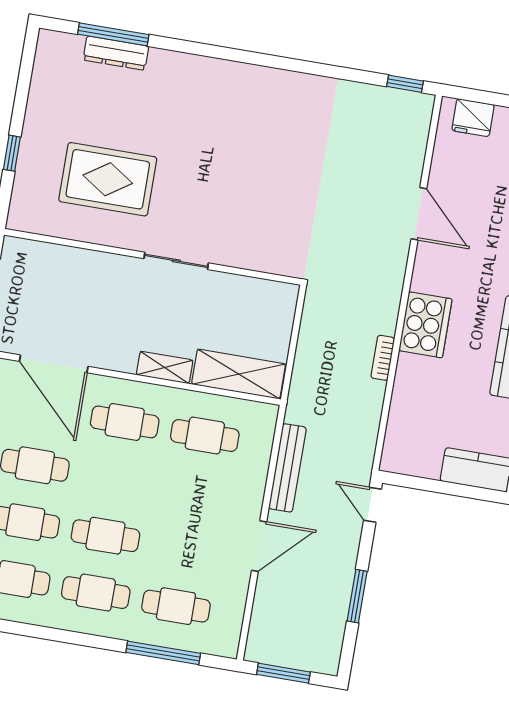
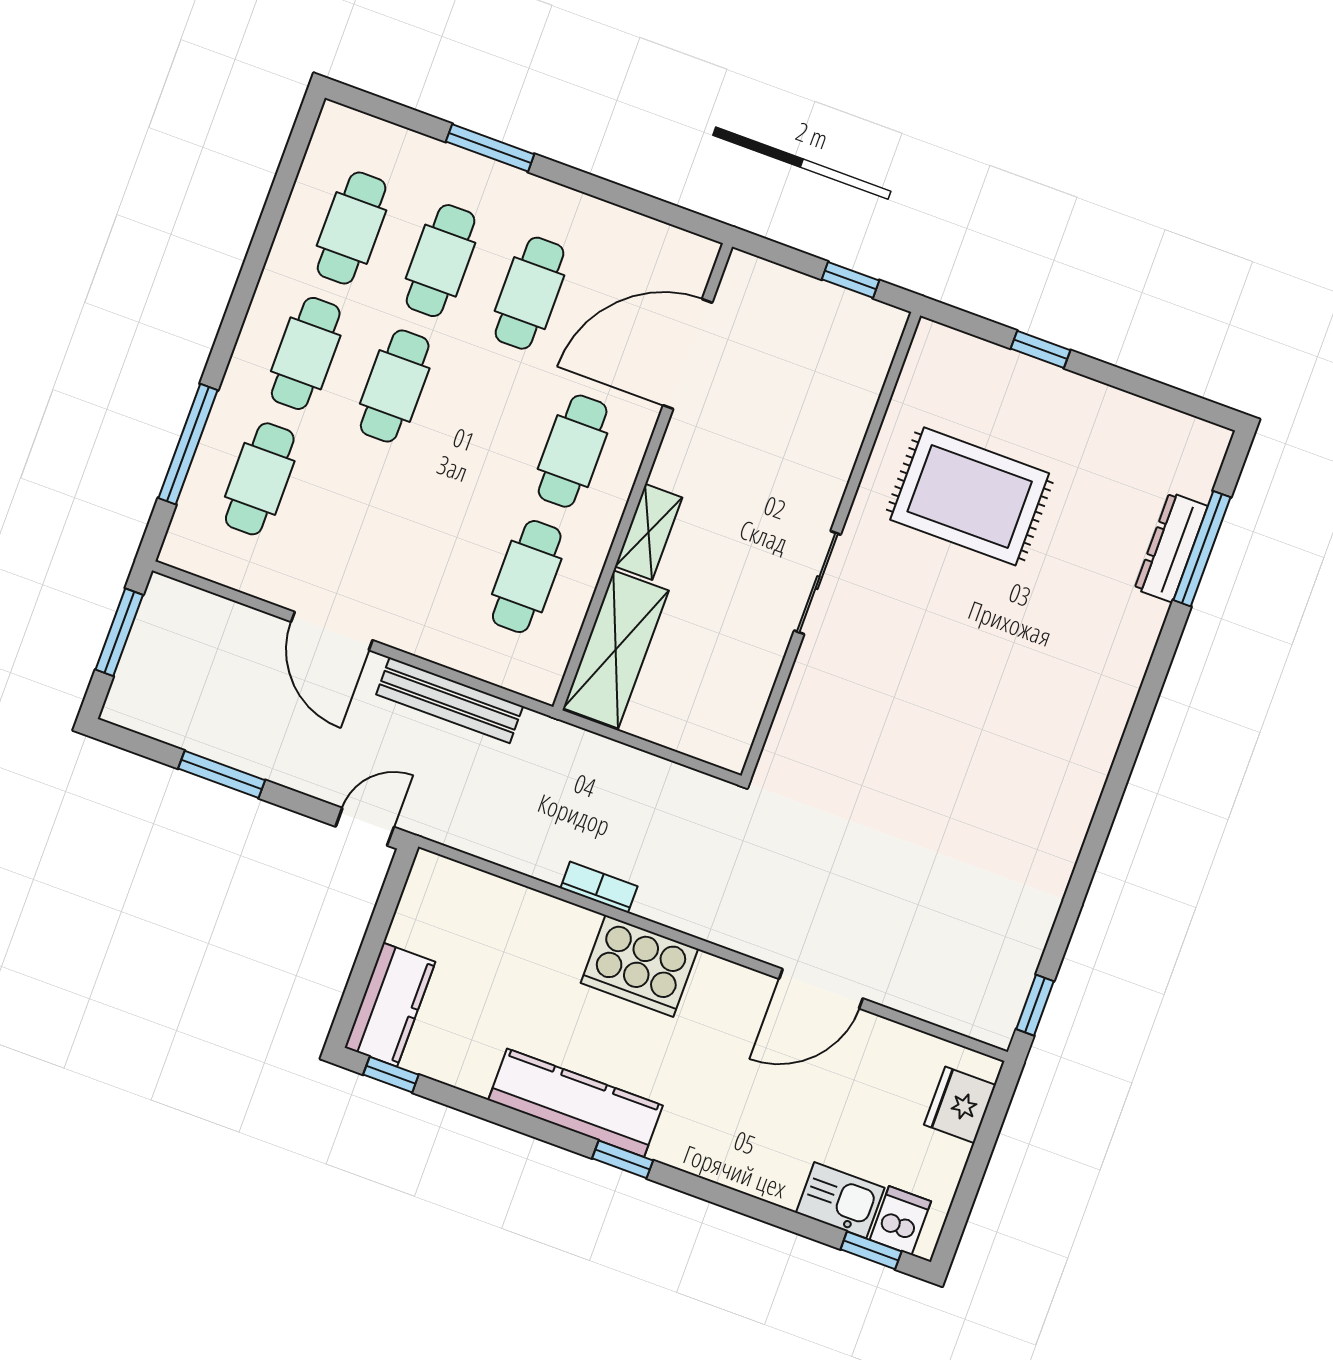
rug: (108, 179) -> (970, 496), turned 90

